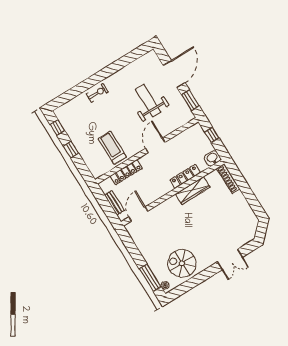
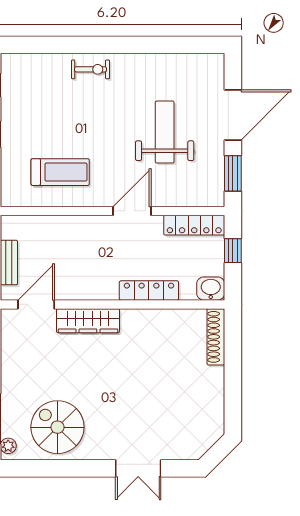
treadmill: (112, 148) -> (60, 172), turned 90
locker: (126, 172) -> (194, 225), moved
wardrobe: (193, 191) -> (88, 321), moved

